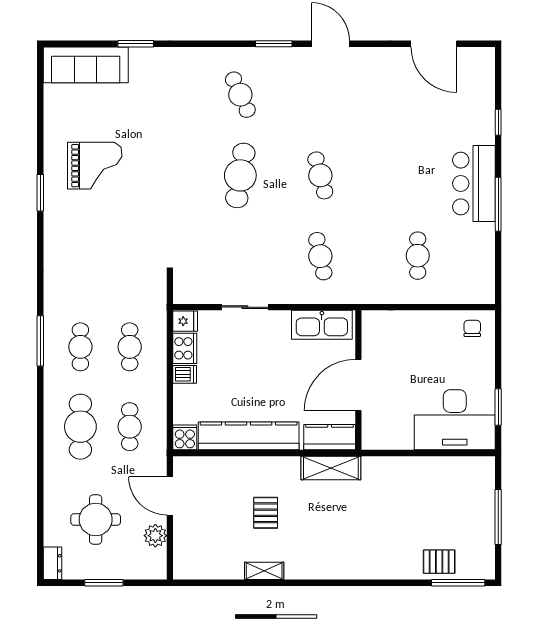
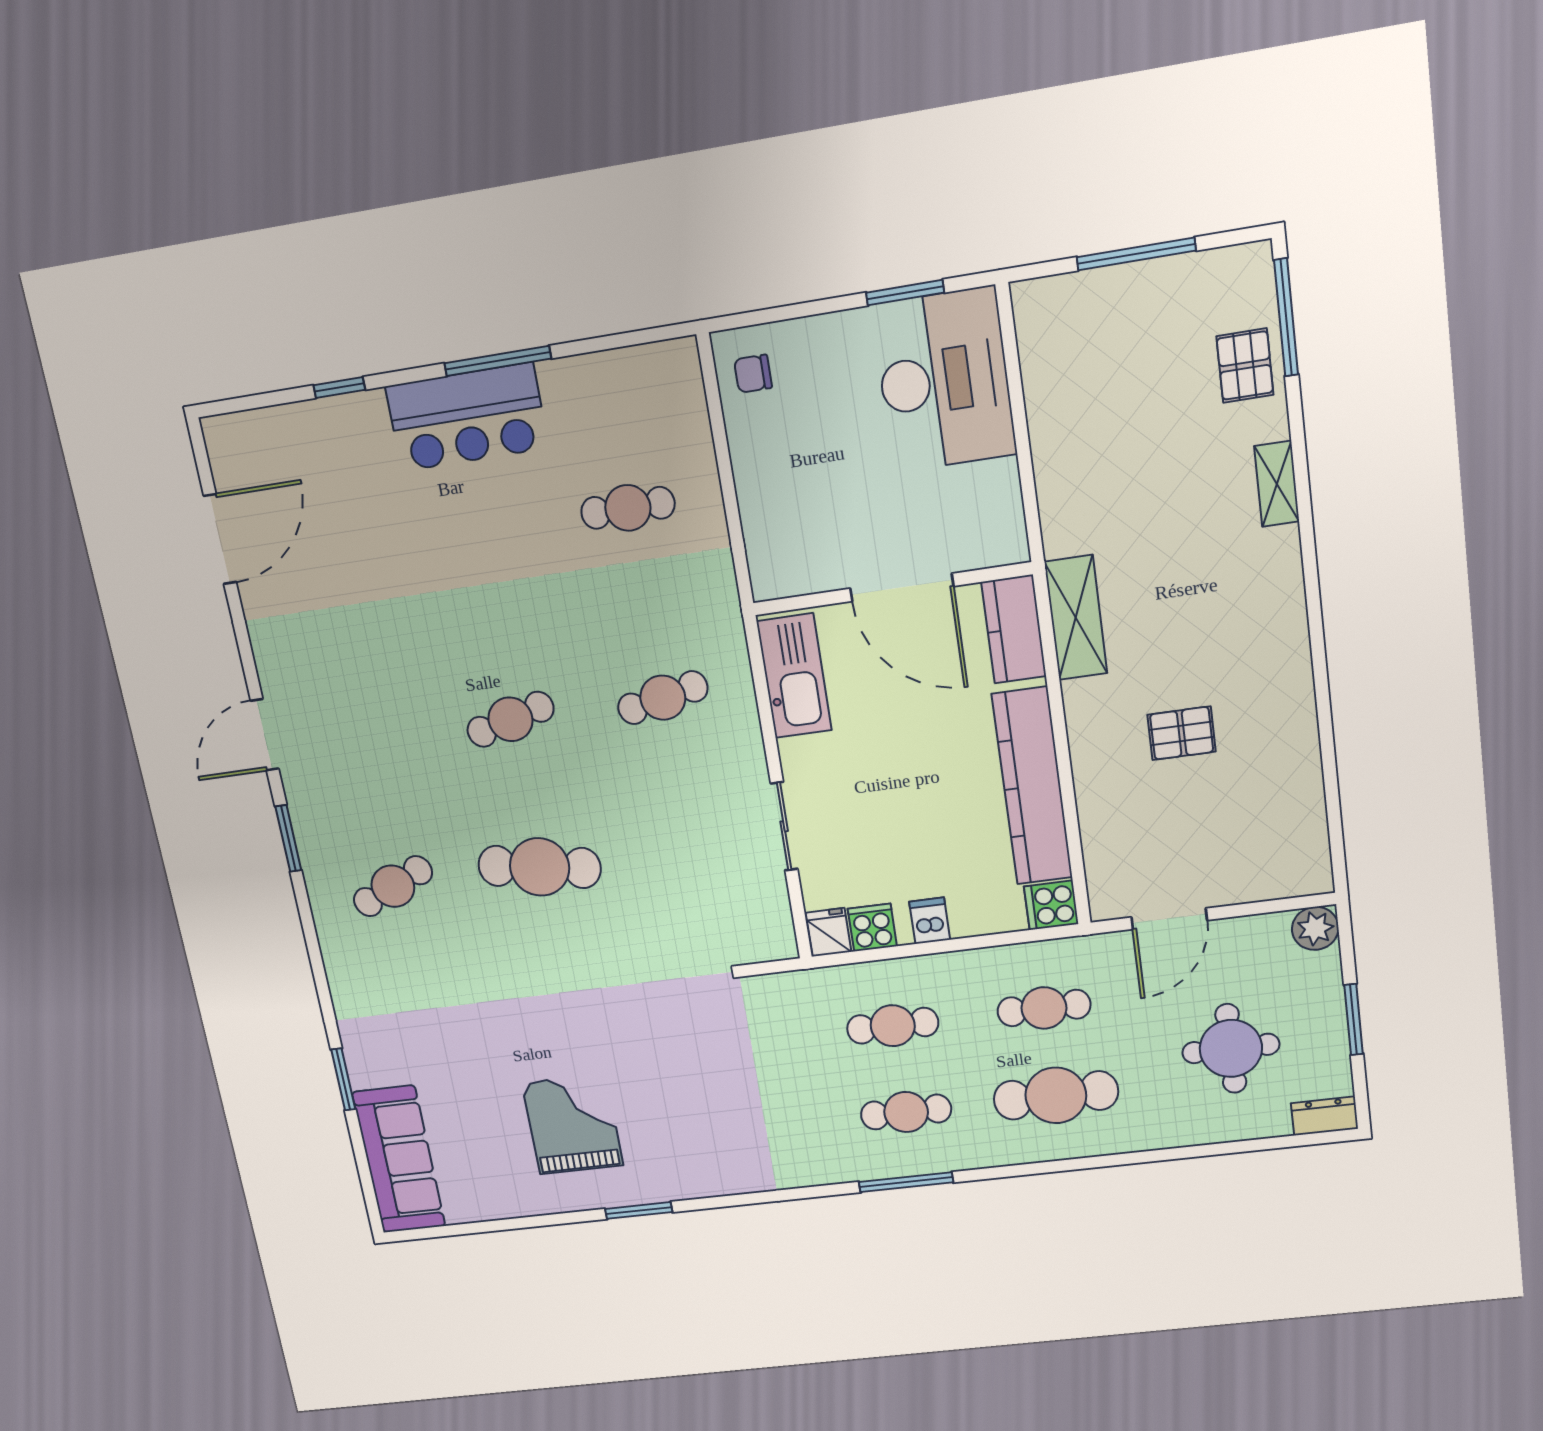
cooker: (185, 348) -> (872, 928), width x0.73
plant: (155, 536) -> (1315, 928), moved
shelving: (264, 571) -> (1277, 484), moved

